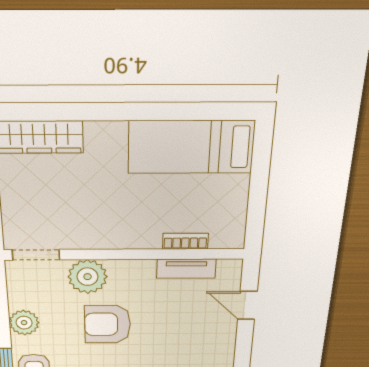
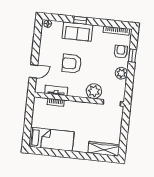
door: (247, 305) -> (34, 71), hinge flipped
armchair: (108, 324) -> (72, 64), moved, turned 180

